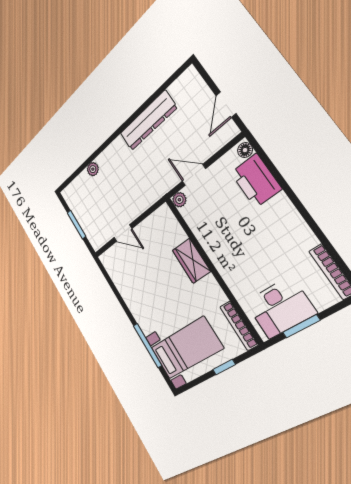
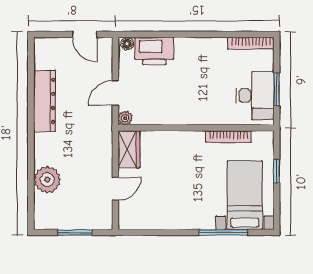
plant: (93, 169) -> (47, 180), width x1.88, depth x1.88
wardrobe: (191, 261) -> (129, 149), moved, turned -90
bookcase: (239, 326) -> (228, 137), moved

